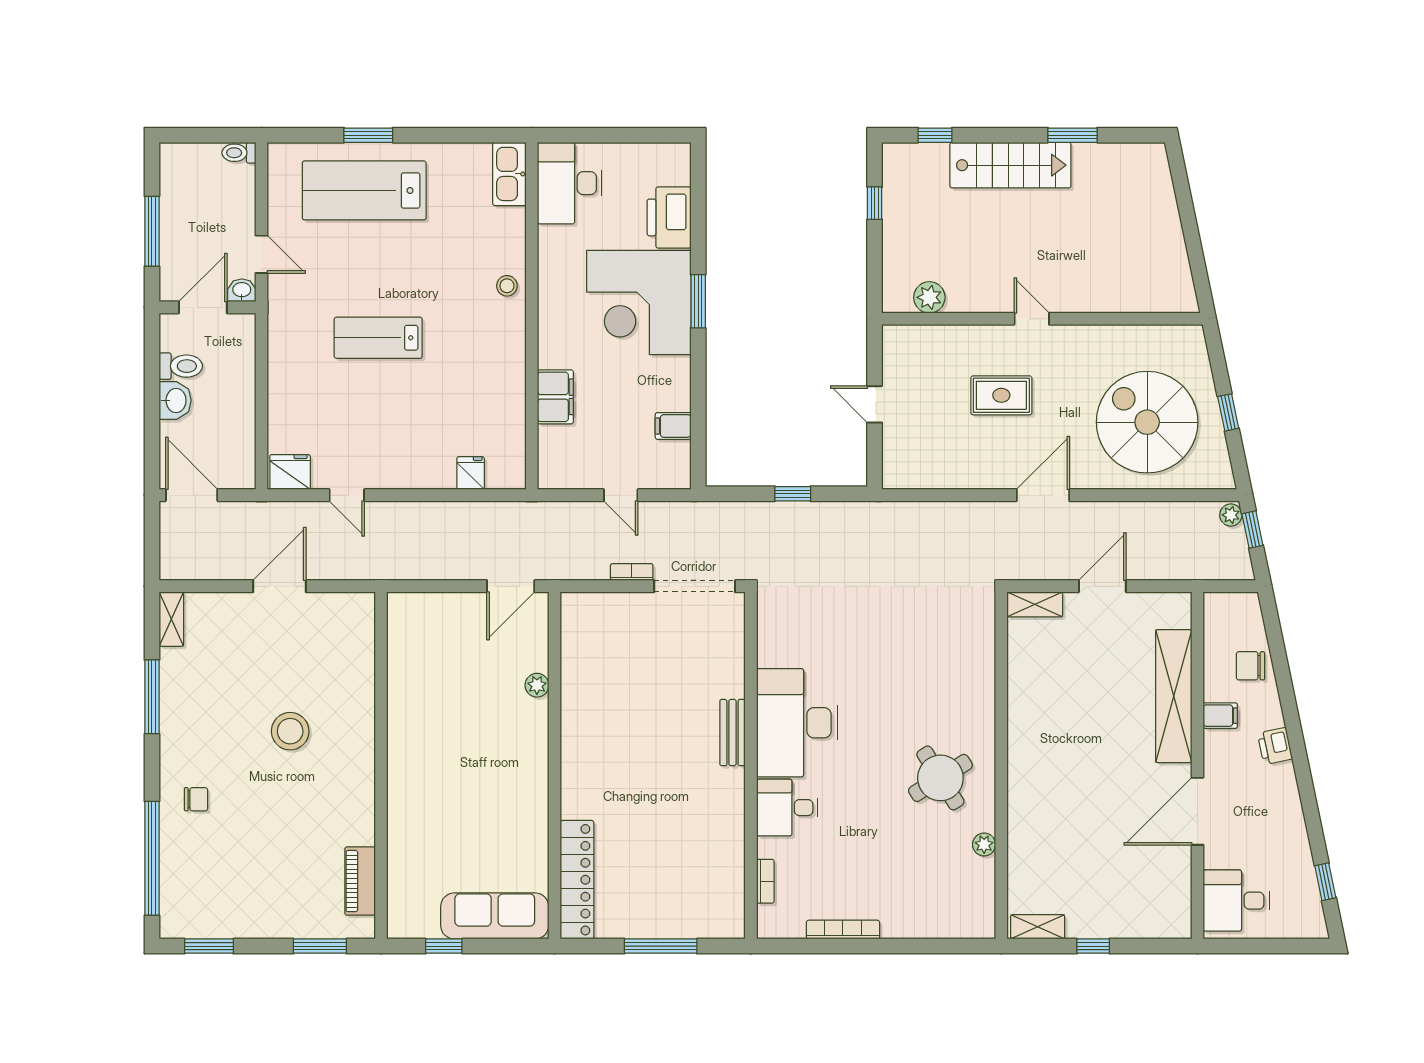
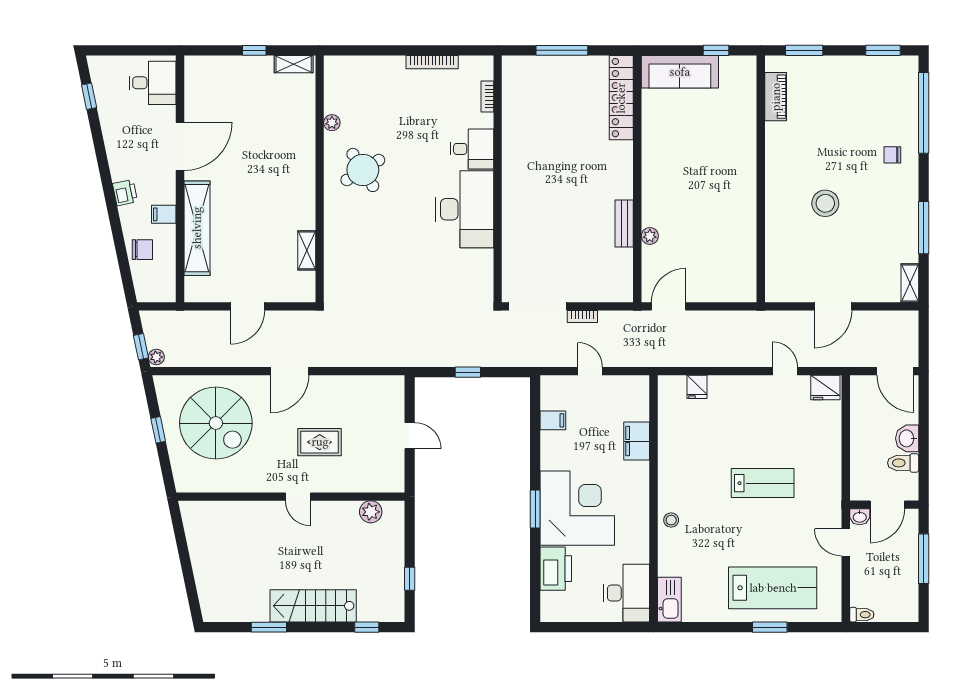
shelving: (1035, 604) -> (307, 250), moved, turned 90
bench: (732, 733) -> (624, 223), moved

